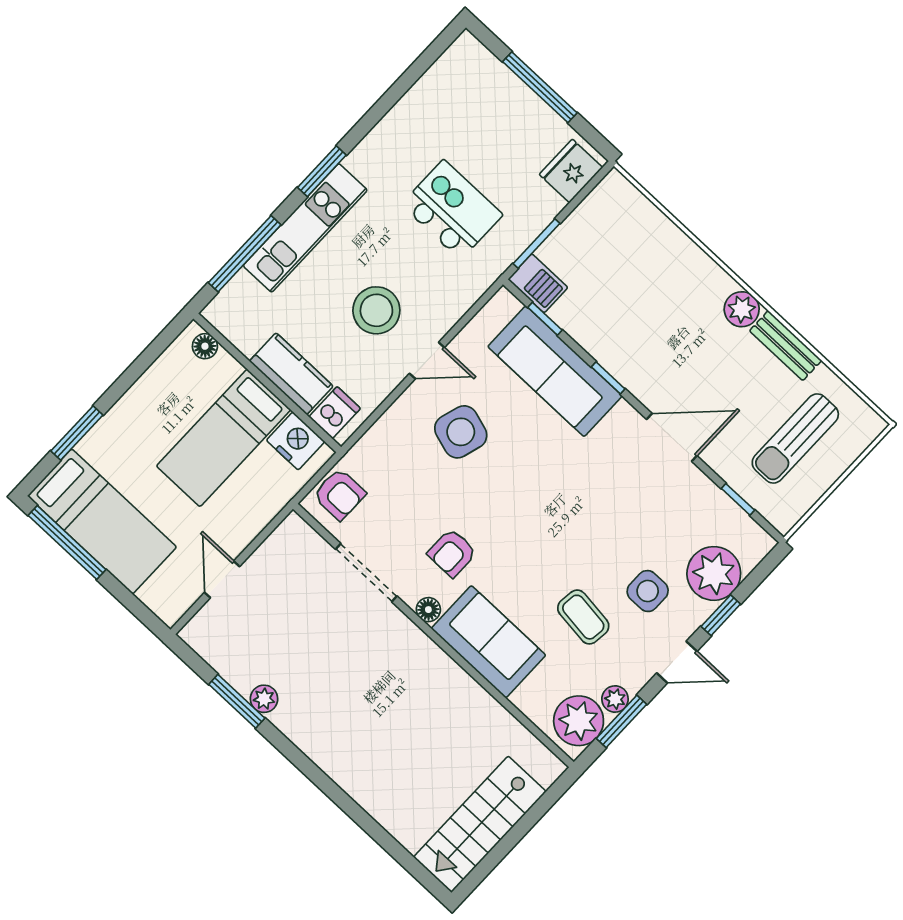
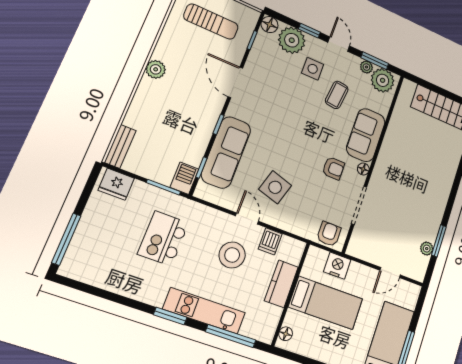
window: (540, 87) -> (66, 239), moved
bench: (786, 346) -> (120, 146), moved
dishwasher: (335, 413) -> (270, 241), moved, turned -90
nightstand: (296, 441) -> (337, 266), moved, turned 90
floor lamp: (756, 543) -> (270, 25), added
plant: (264, 699) -> (427, 249), moved

